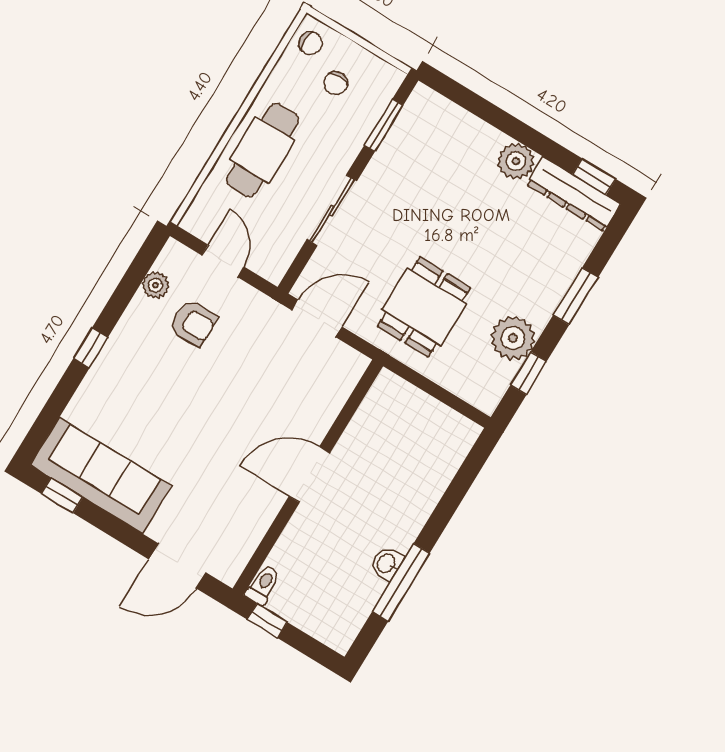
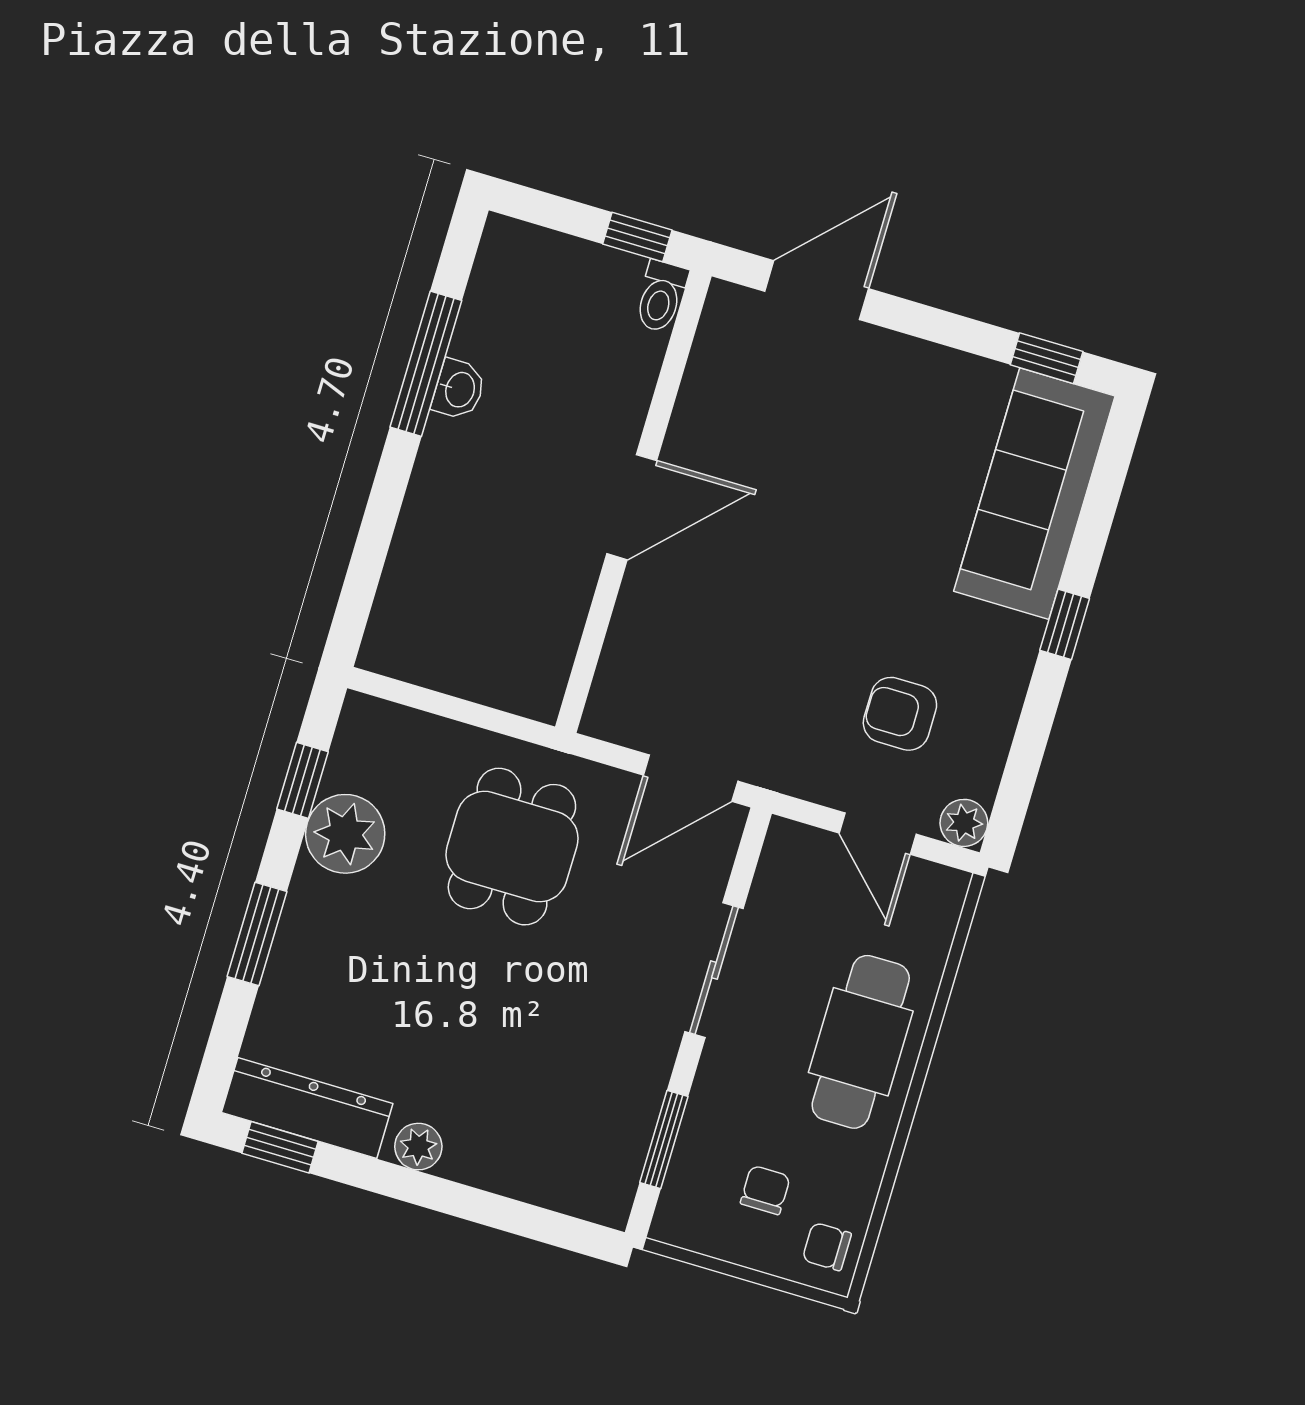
plant: (516, 161) -> (418, 1147), width x0.73, depth x0.73
plant: (155, 285) -> (964, 823), moved
sofa: (101, 475) -> (1034, 494), moved, turned 90

